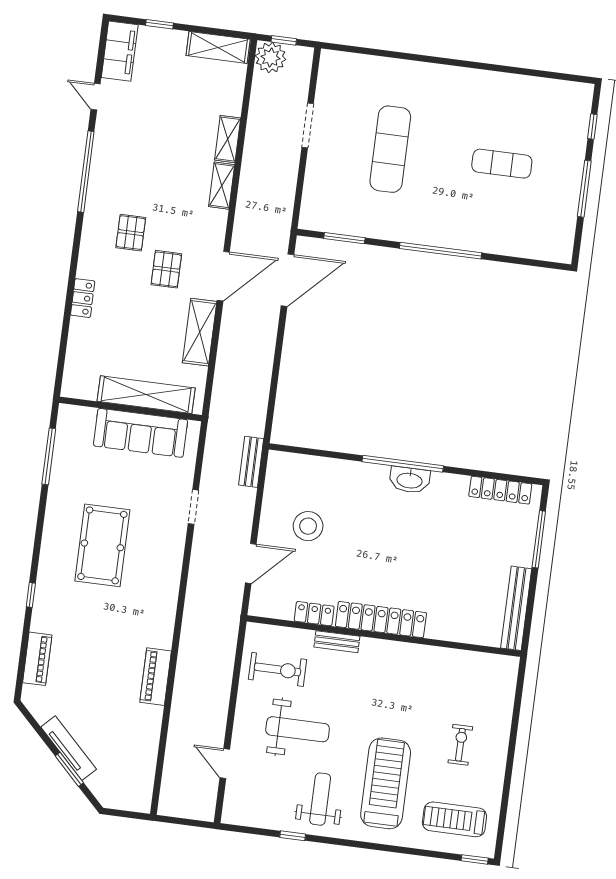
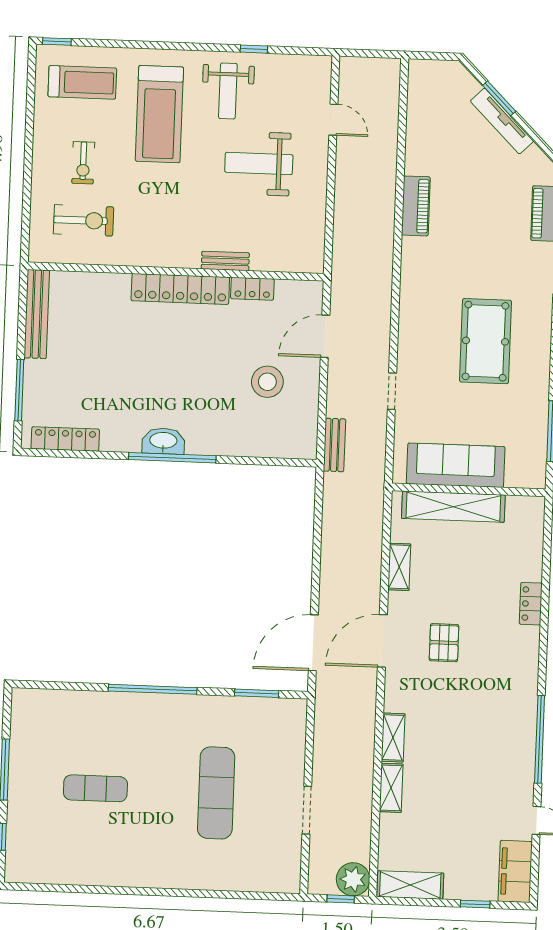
pallet: (131, 233) -> (486, 678), removed
shelving: (200, 332) -> (399, 567), width x0.67, depth x0.75
exercise bike: (278, 669) -> (83, 220), moved, turned 180

